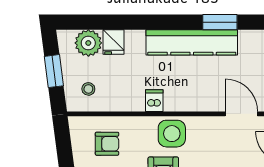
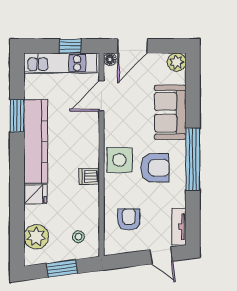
fridge: (114, 42) -> (35, 194), moved

